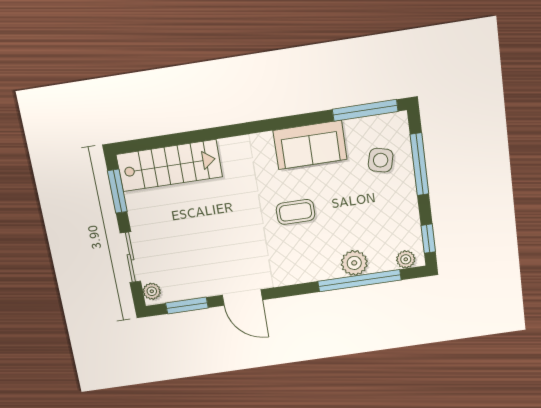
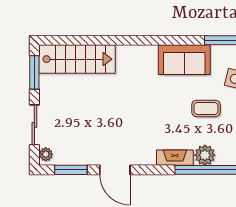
coffee table: (296, 212) -> (206, 108), moved
fireplace: (316, 272) -> (175, 158), added

